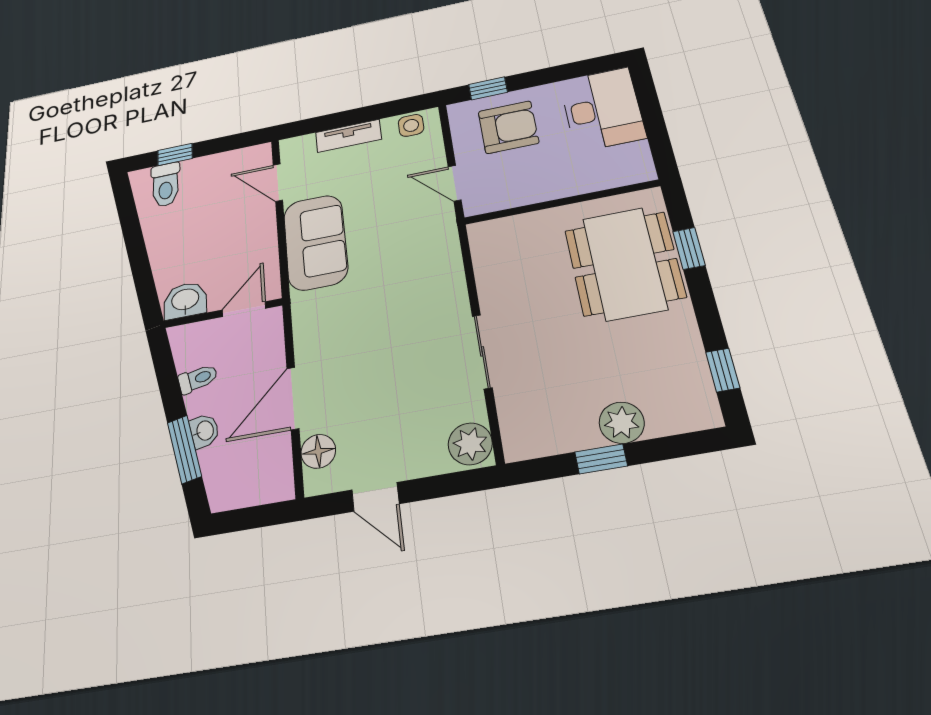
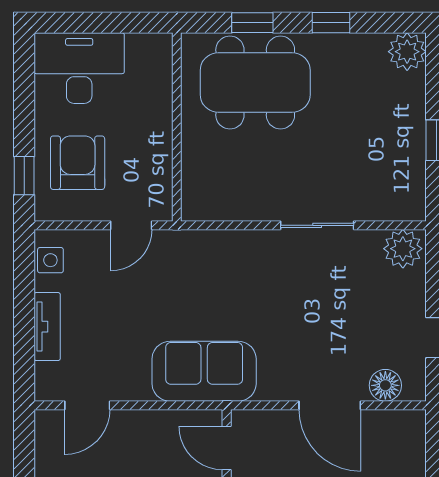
sofa: (315, 242) -> (204, 371), moved
window: (723, 370) -> (331, 23), moved
plant: (622, 423) -> (407, 52), moved

